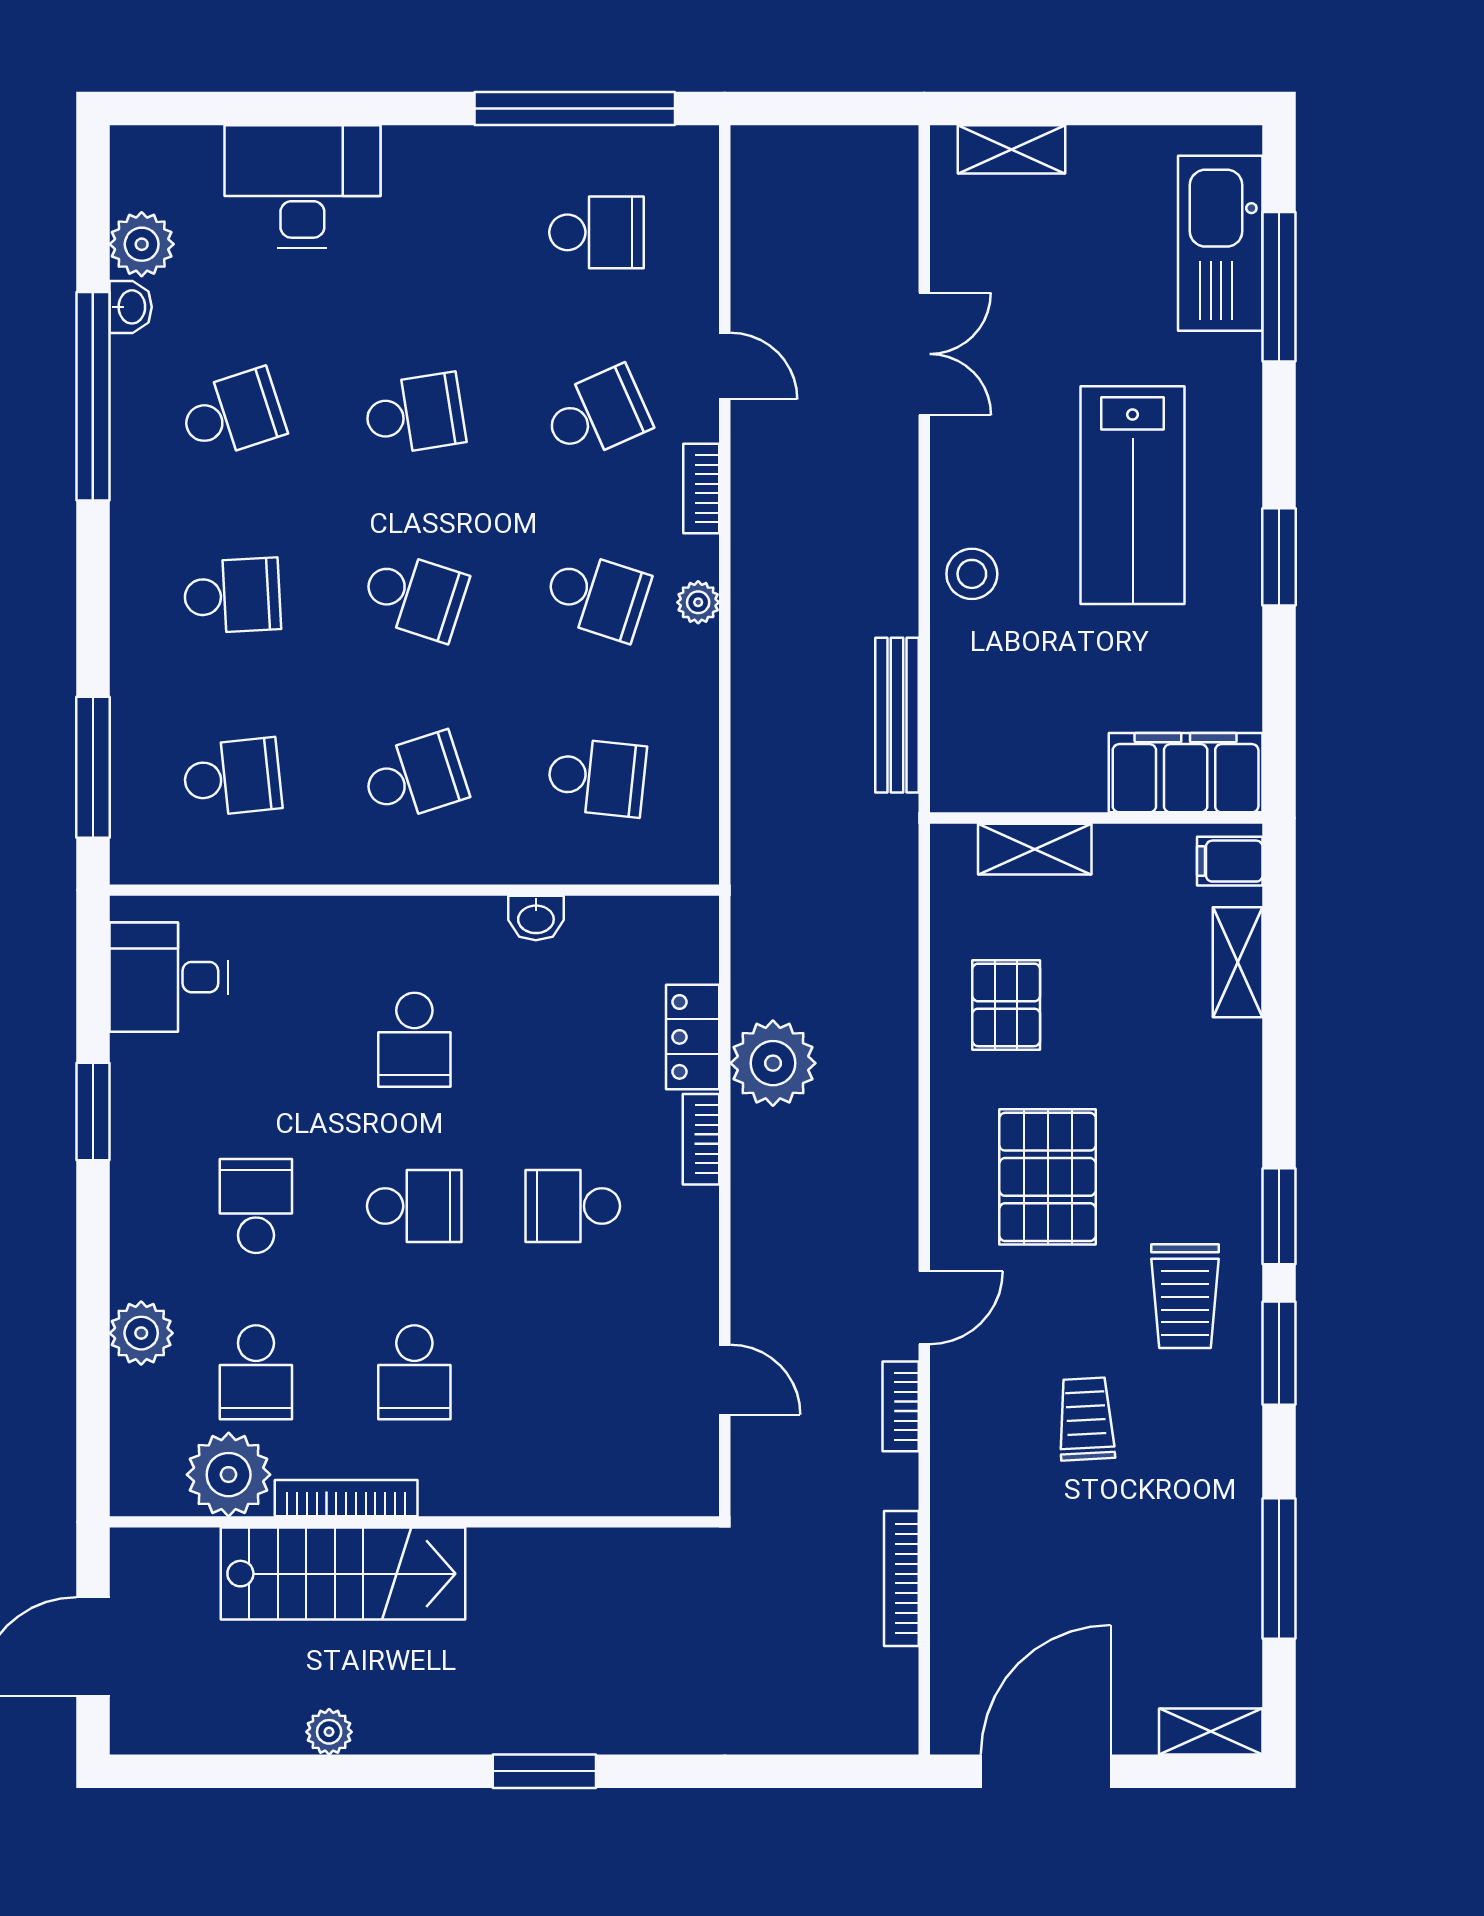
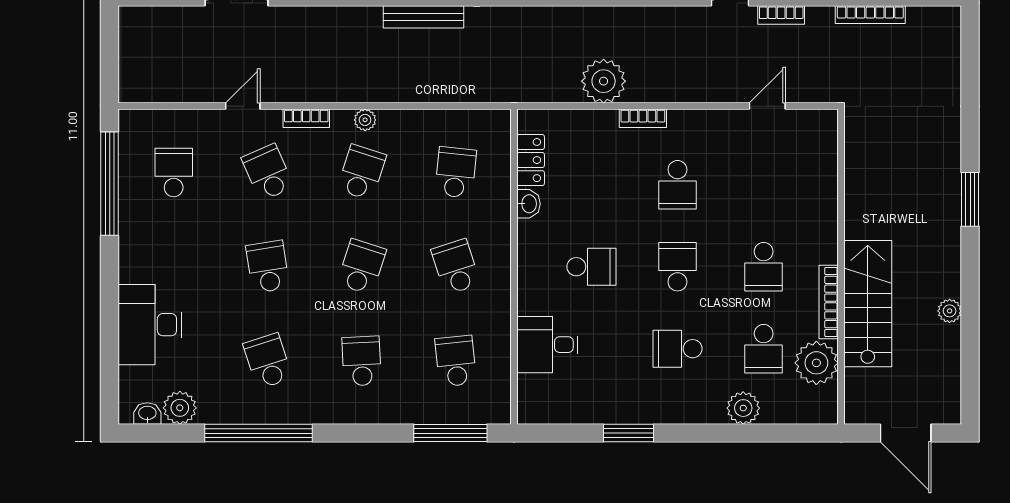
washbasin: (131, 307) -> (147, 414), moved
desk: (169, 977) -> (547, 345), moved, turned 90
locker: (693, 1037) -> (531, 160), moved, turned -90
school desk: (256, 1372) -> (764, 349), turned 90
school desk: (414, 1372) -> (764, 267), turned 90

